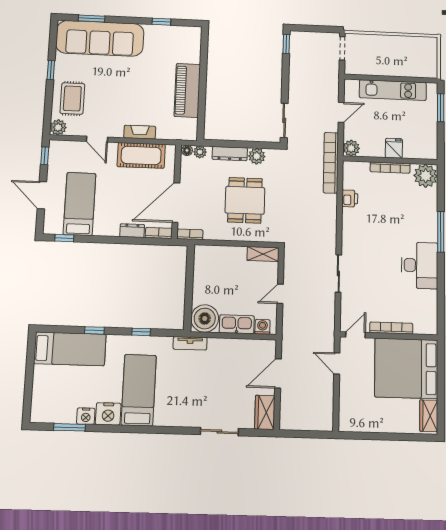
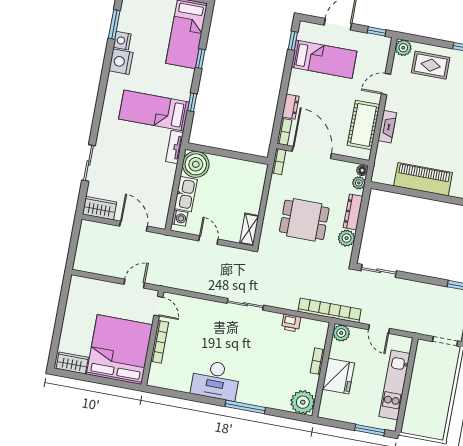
fridge: (394, 148) -> (338, 376), width x1.88, depth x1.34
bookcase: (390, 168) -> (317, 361), width x0.64
sliding door: (338, 273) -> (245, 304), moved
bed: (139, 390) -> (154, 111), moved, turned 180

